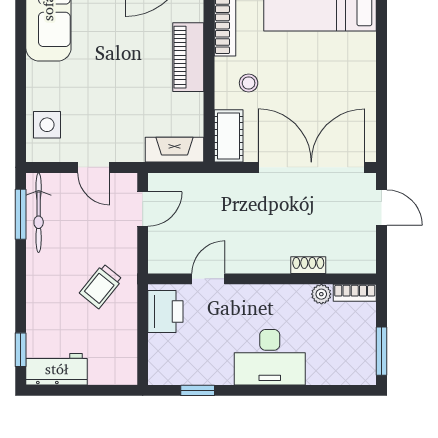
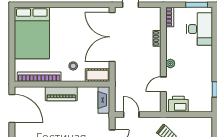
door: (208, 279) -> (163, 84), hinge flipped
plant: (321, 294) -> (170, 63), moved
desk: (270, 357) -> (199, 29), moved

